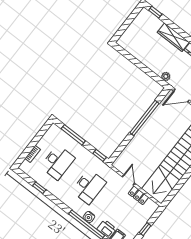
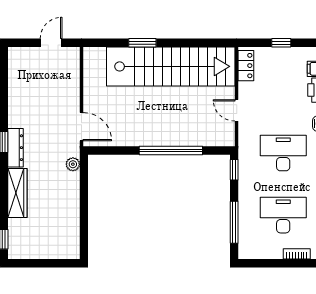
window: (144, 118) -> (171, 151), moved
door: (129, 180) -> (237, 110), hinge flipped
locker: (138, 195) -> (246, 66), moved

